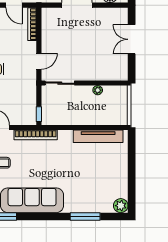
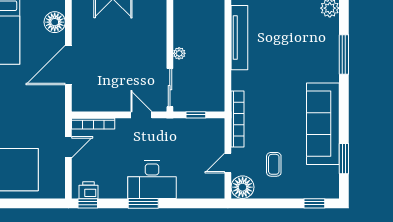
plant: (98, 90) -> (179, 53), moved
window: (39, 114) -> (196, 115), moved

